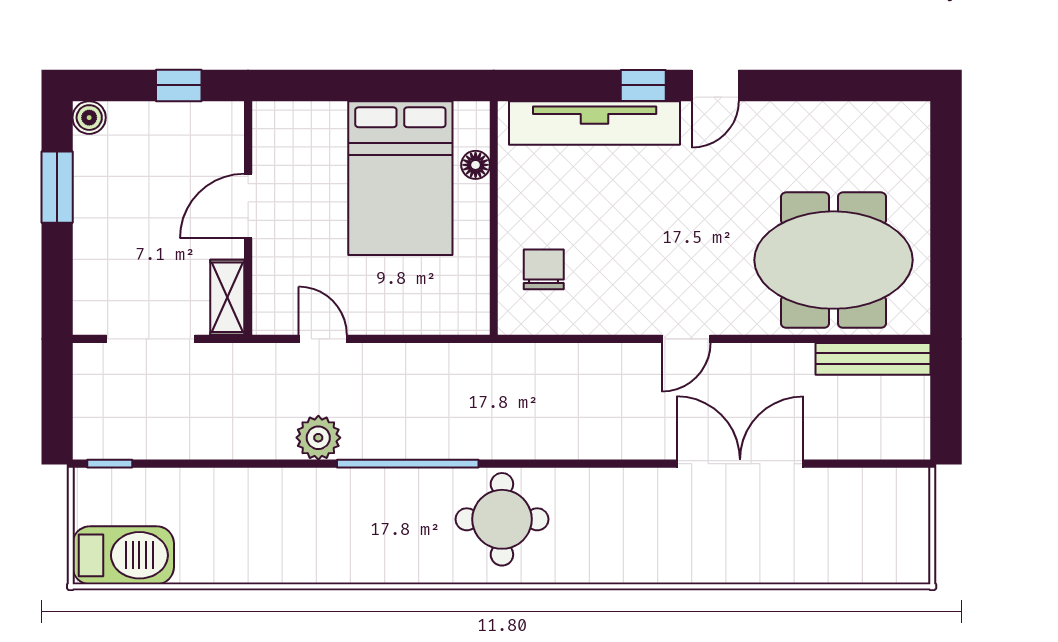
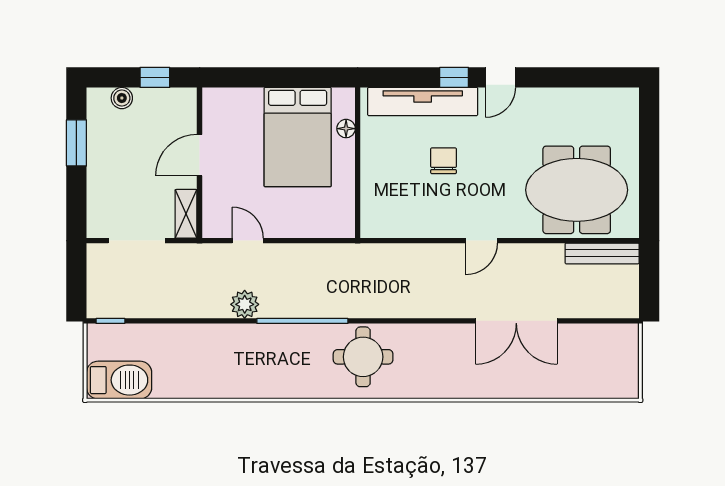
boiler: (89, 118) -> (122, 98), moved
chair: (544, 269) -> (444, 161), moved
double door: (740, 464) -> (516, 321), swing flipped

